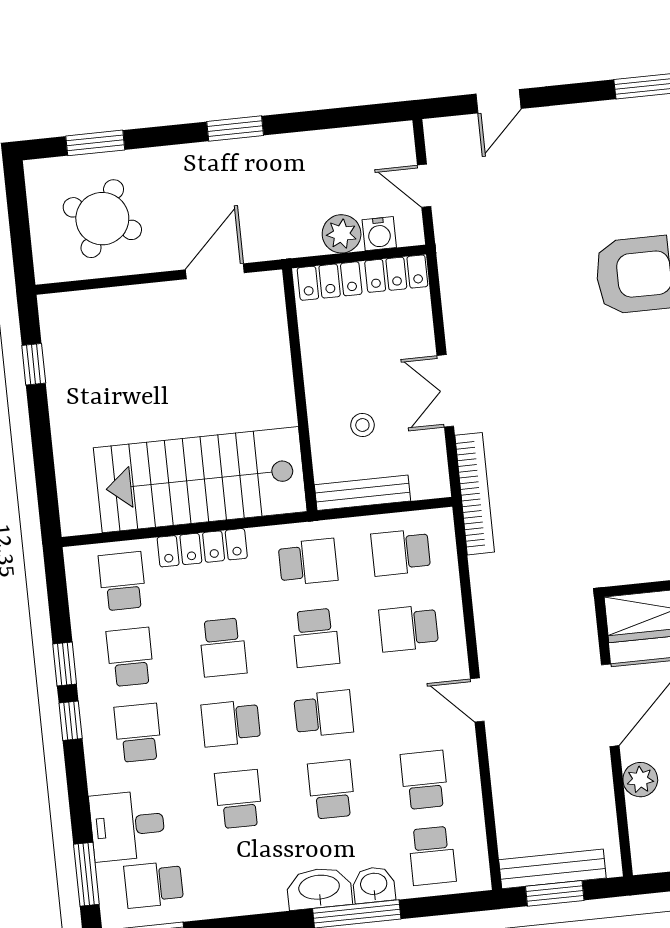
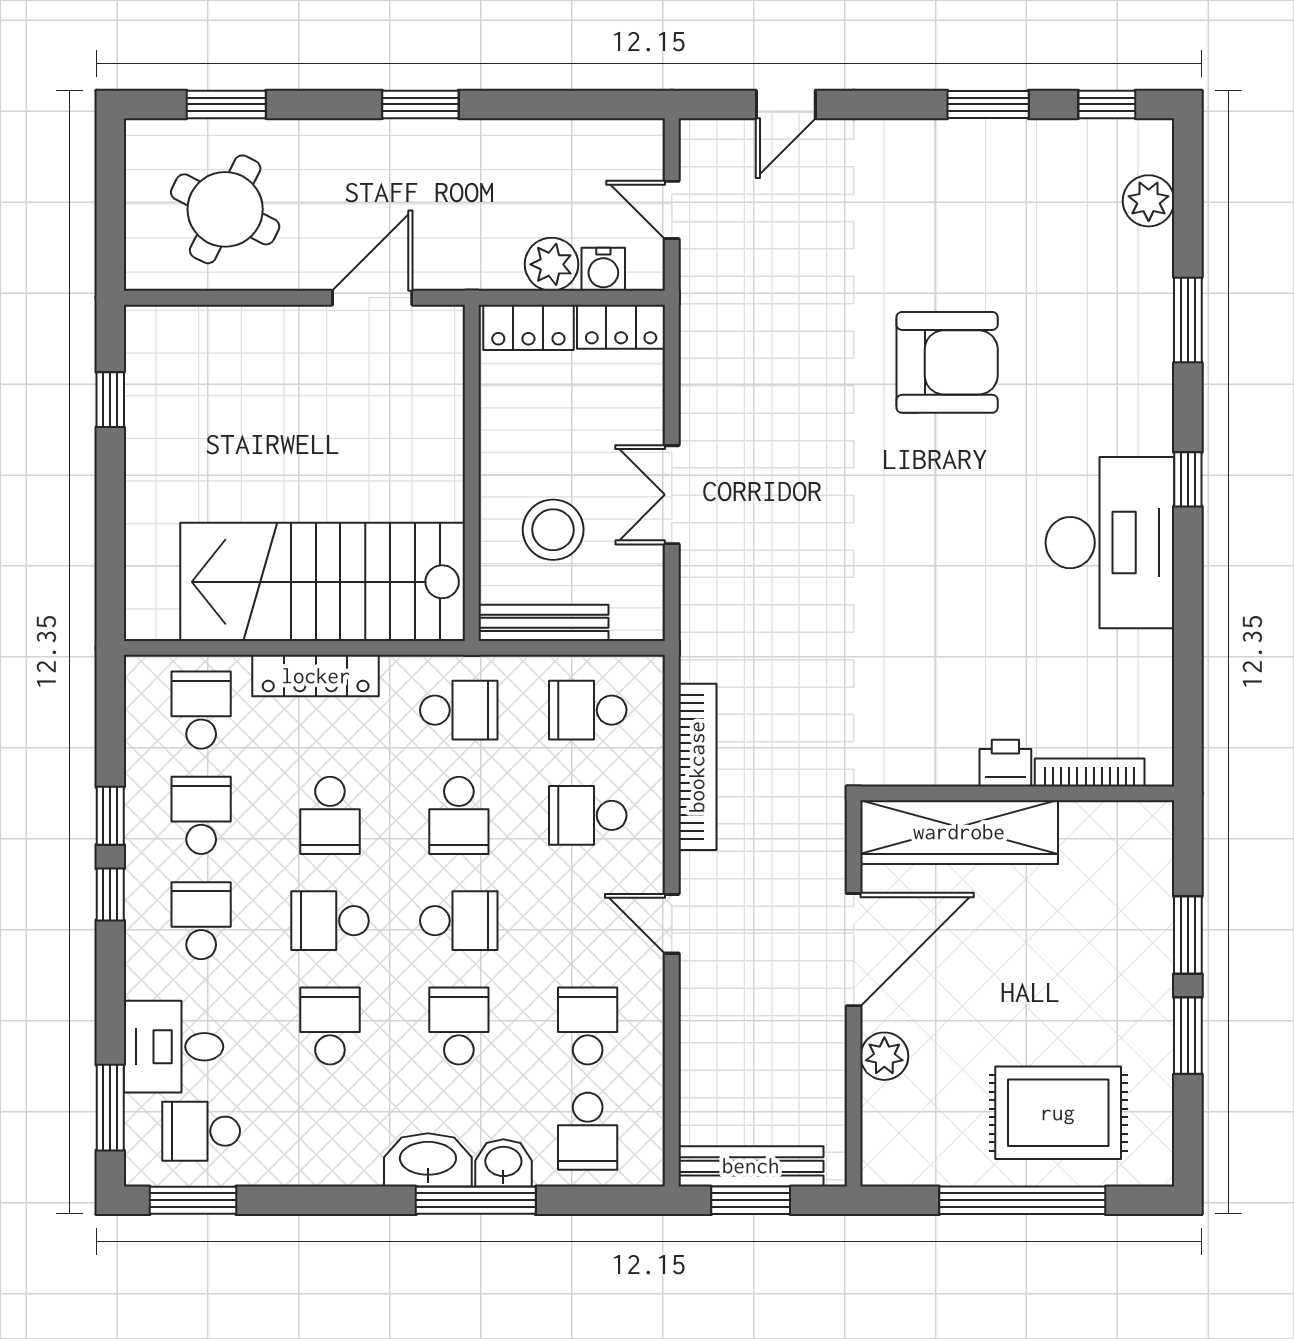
stool: (362, 425) -> (553, 530), width x1.89, depth x1.89
bookcase: (475, 494) -> (697, 767), moved

